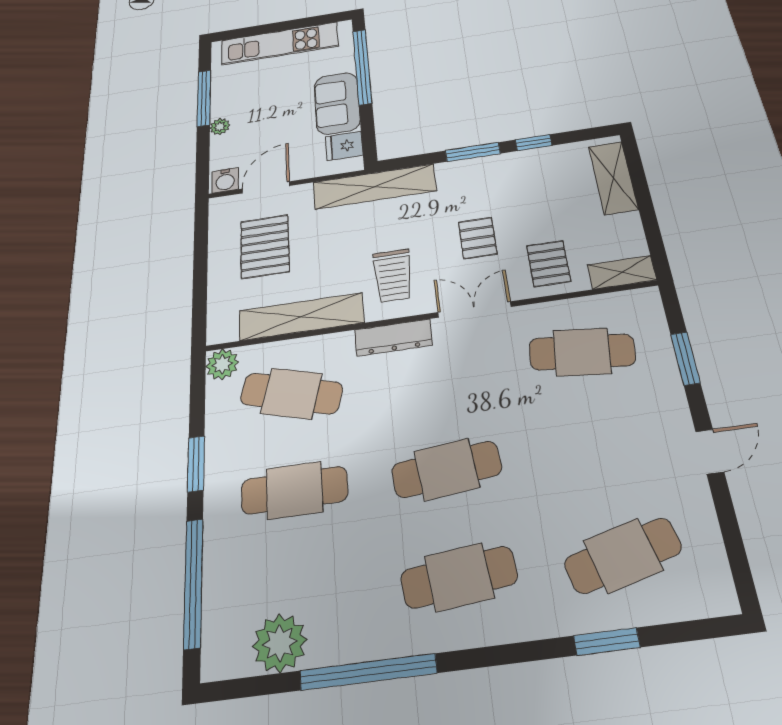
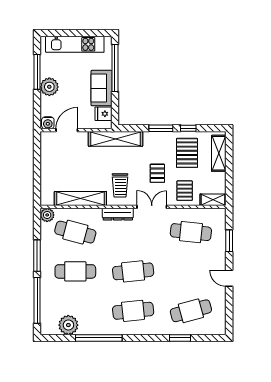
plant: (220, 127) -> (49, 87), width x1.88, depth x1.88
pallet: (265, 246) -> (187, 153), moved
door: (710, 452) -> (229, 278), swing flipped
window: (196, 464) -> (37, 256), width x1.44

